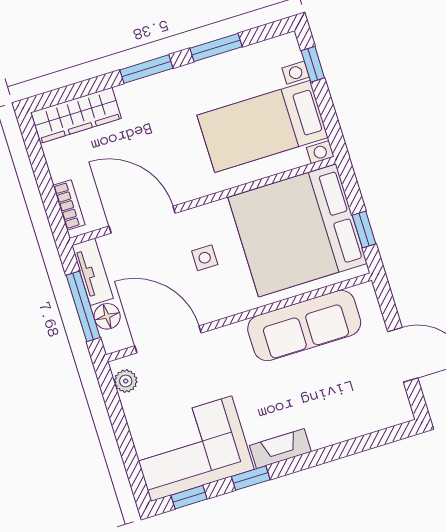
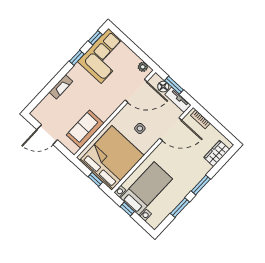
window: (313, 64) -> (127, 209), moved
wardrobe: (76, 115) -> (217, 153), width x0.67
window: (364, 230) -> (95, 179), moved
window: (83, 306) -> (174, 85), width x0.69
sofa: (304, 326) -> (85, 129), width x0.73
fireplace: (280, 449) -> (61, 87), moved

